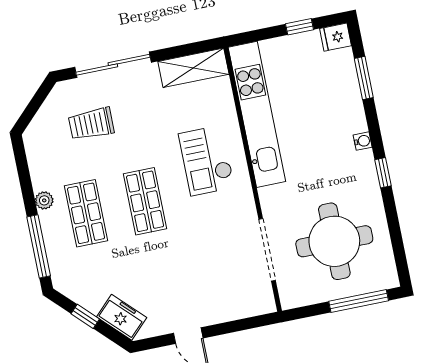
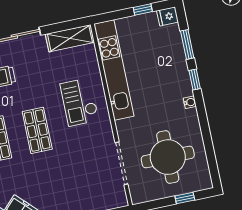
water cooler: (363, 141) -> (190, 102), moved
window: (383, 173) -> (195, 80), moved
window: (359, 301) -> (185, 198), width x0.46

